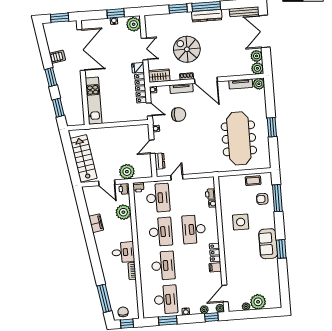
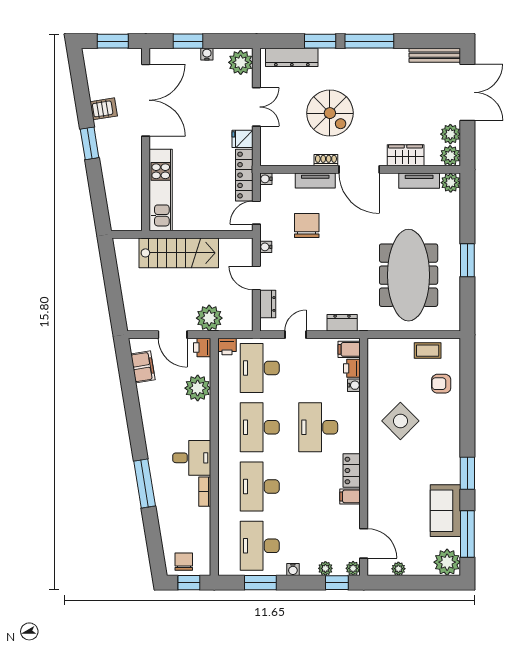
window: (116, 13) -> (188, 41), moved
dresser: (207, 16) -> (292, 57), moved
double door: (264, 31) -> (467, 92), swing flipped
spiral stairs: (187, 49) -> (330, 113), turned 180
wardrobe: (159, 76) -> (406, 155), moved
window: (58, 108) -> (98, 197), removed
door: (149, 109) -> (256, 213), swing flipped
chair: (179, 114) -> (307, 225), turned -90
door: (152, 147) -> (256, 278), hinge flipped
stairs: (83, 158) -> (179, 253), moved, turned 99
dresser: (203, 168) -> (342, 323), added
filing cabinet: (208, 183) -> (349, 349), added
desk: (158, 198) -> (260, 368), turned 180
window: (277, 198) -> (467, 534), moved
side table: (241, 222) -> (400, 421), turned 45
filing cabinet: (96, 223) -> (143, 367), moved
desk: (161, 232) -> (260, 427), turned 180
sofa: (268, 244) -> (445, 511), moved
desk: (163, 266) -> (260, 487), turned 180
door: (225, 294) -> (364, 543), swing flipped
window: (104, 298) -> (145, 483), moved
desk: (166, 300) -> (260, 546), turned 180
plant: (258, 302) -> (447, 562), moved

